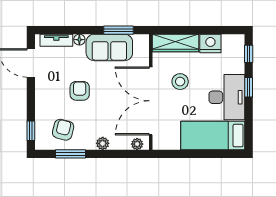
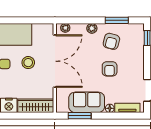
stool: (180, 82) -> (28, 63), moved
armchair: (63, 130) -> (111, 41), moved

